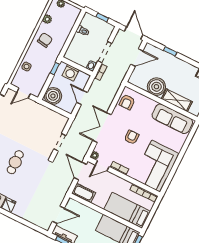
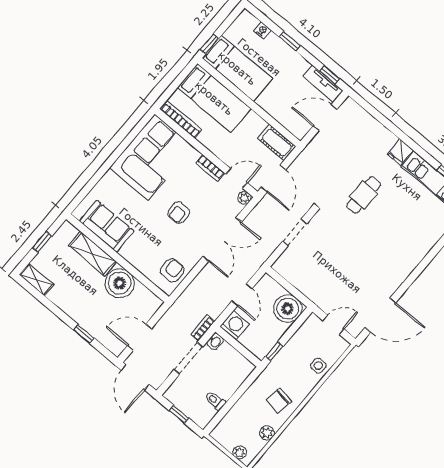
washing machine: (71, 73) -> (235, 325), moved
sofa: (172, 119) -> (107, 226), width x0.73
cafe table: (15, 162) -> (364, 195), moved

